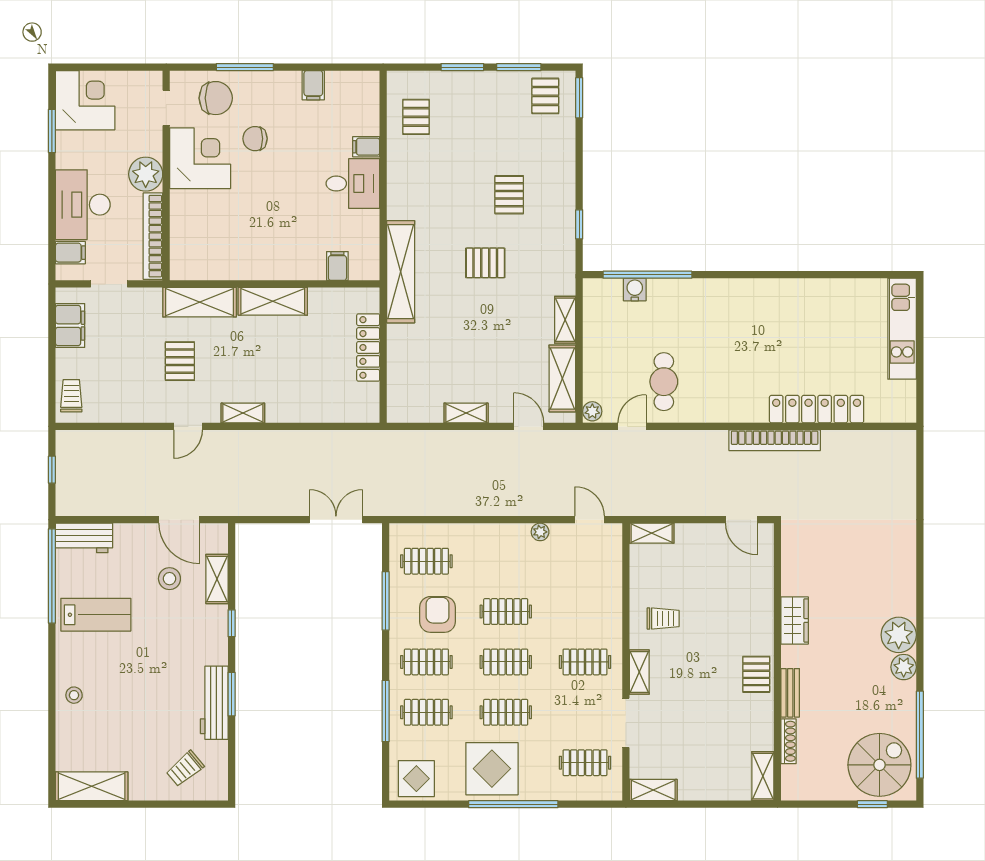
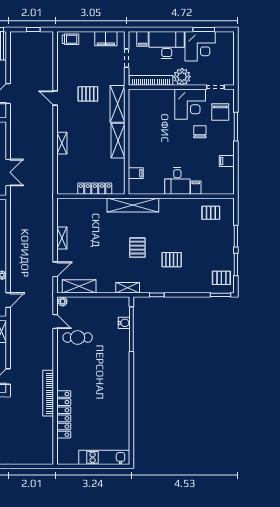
corner desk: (85, 100) -> (200, 46), moved
shelving: (565, 320) -> (128, 288), moved
shelving: (243, 413) -> (62, 143), moved

